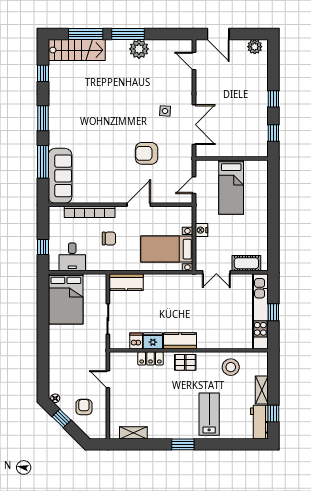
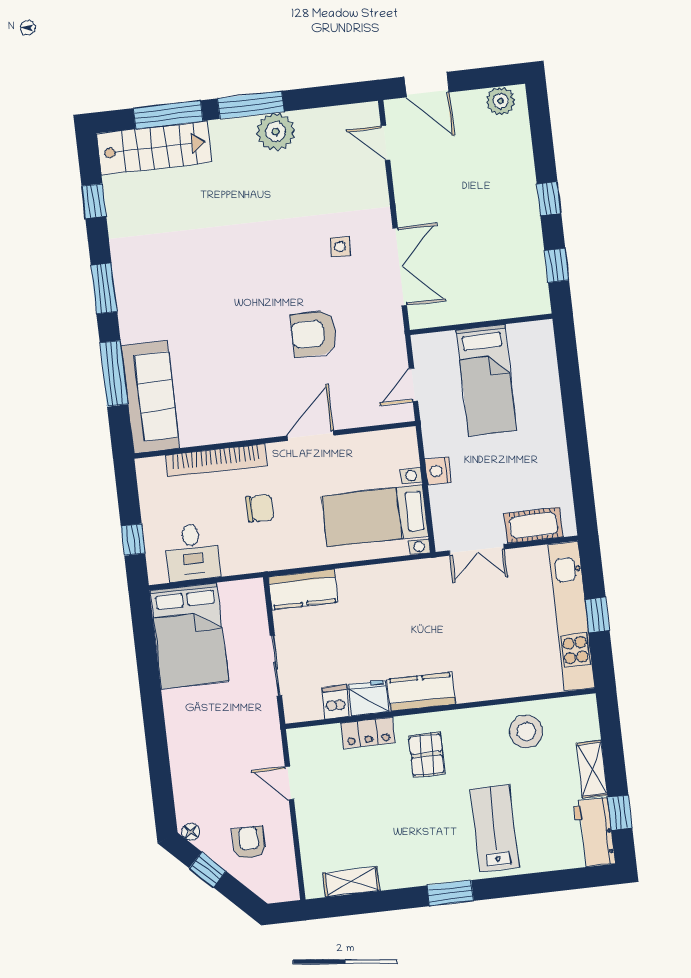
pallet: (185, 362) -> (427, 755), moved, turned 90

